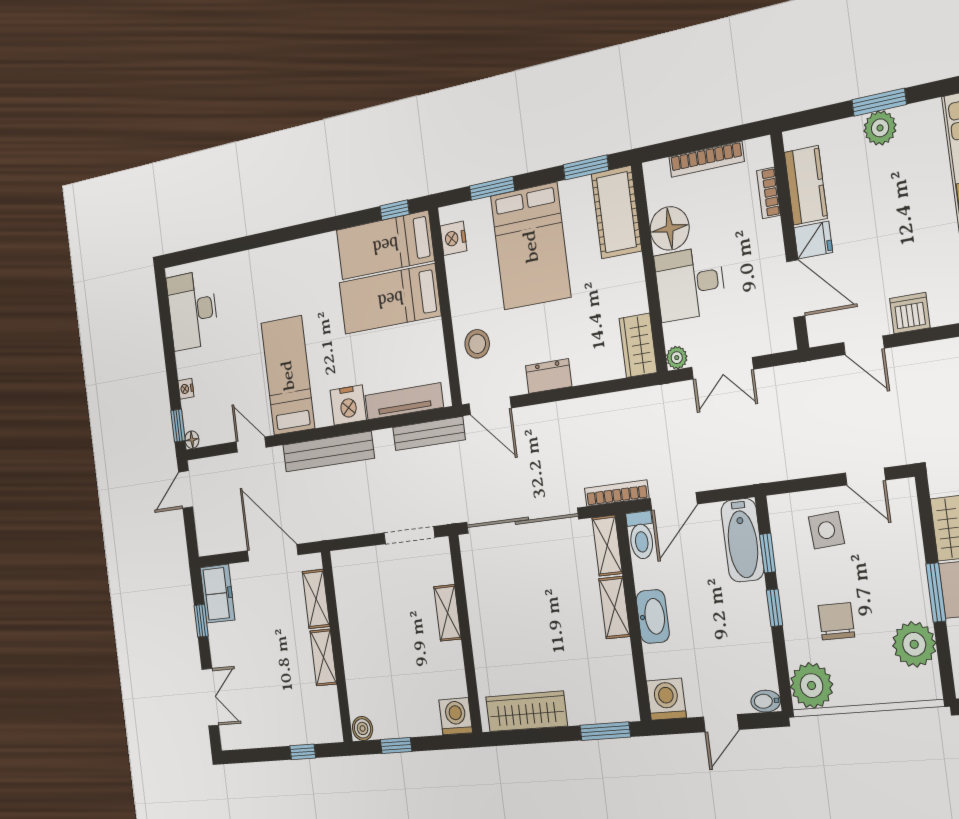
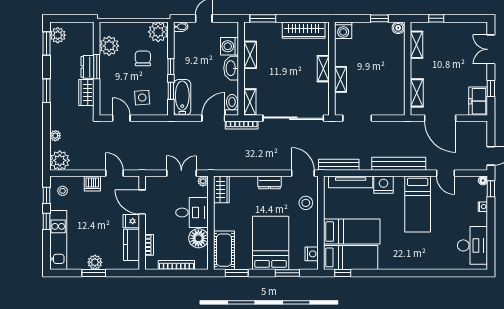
shelving: (614, 608) -> (250, 55), moved
chair: (836, 621) -> (143, 58), turned 180
shelving: (481, 633) -> (323, 69), added
shelving: (323, 657) -> (417, 45), moved
washing machine: (666, 699) -> (229, 46), moved, turned 90

